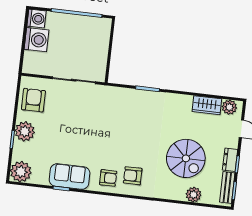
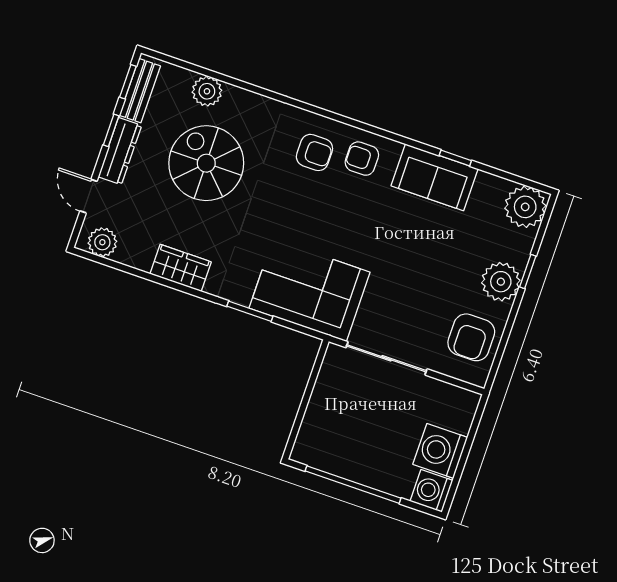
wardrobe: (207, 105) -> (181, 268), moved
corner sofa: (120, 106) -> (310, 290), added
dresser: (230, 160) -> (120, 151), width x1.44

